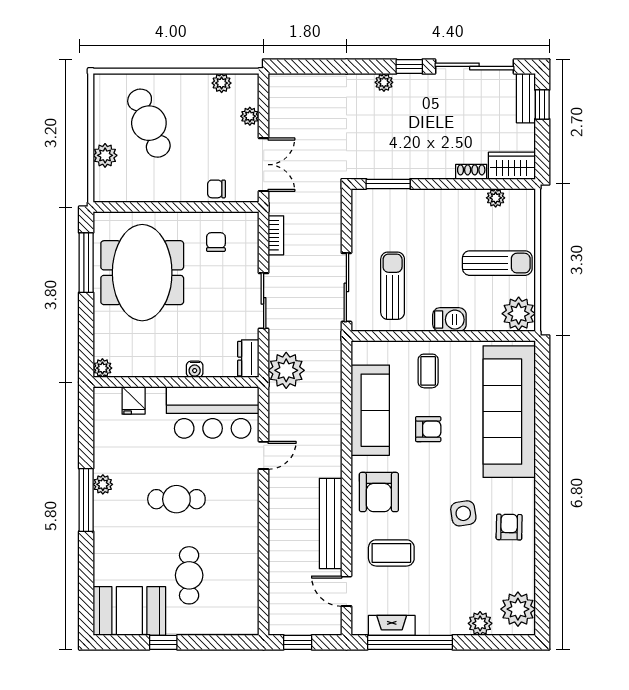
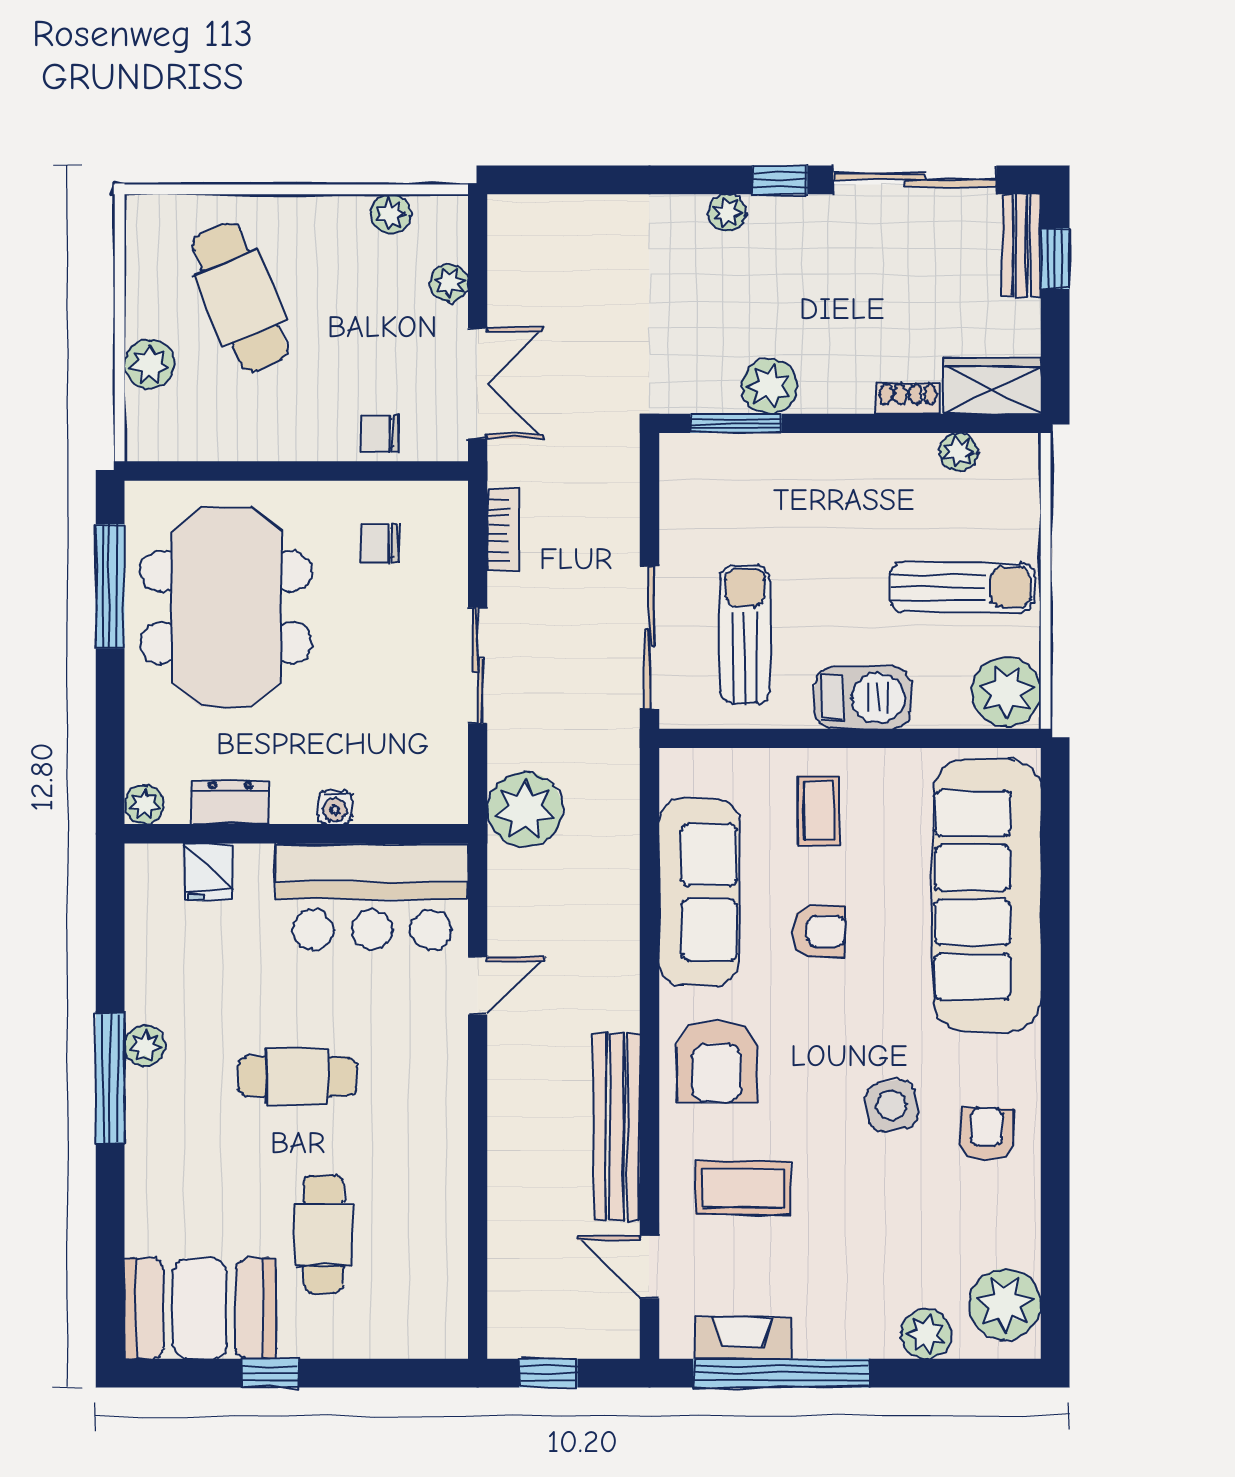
plant: (404, 166) -> (770, 386), added
chair: (216, 242) -> (379, 544), turned -90
barbecue: (449, 320) -> (863, 698), width x1.38, depth x1.27
dresser: (248, 359) -> (231, 802), moved, turned 90

